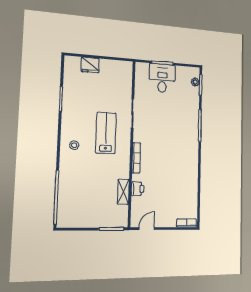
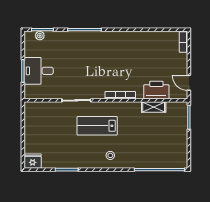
fridge: (90, 65) -> (33, 161), moved, turned -90
printer: (138, 189) -> (156, 90), width x1.87, depth x1.48

